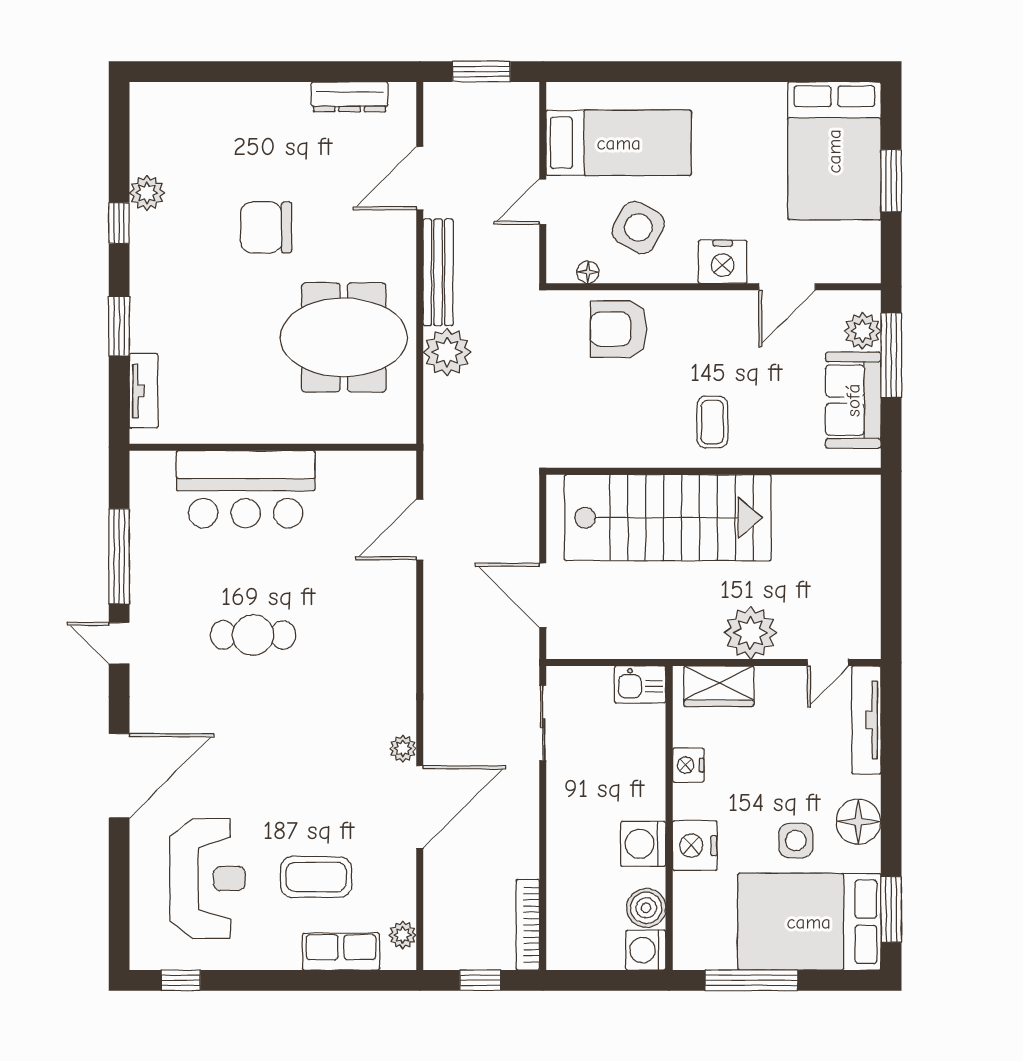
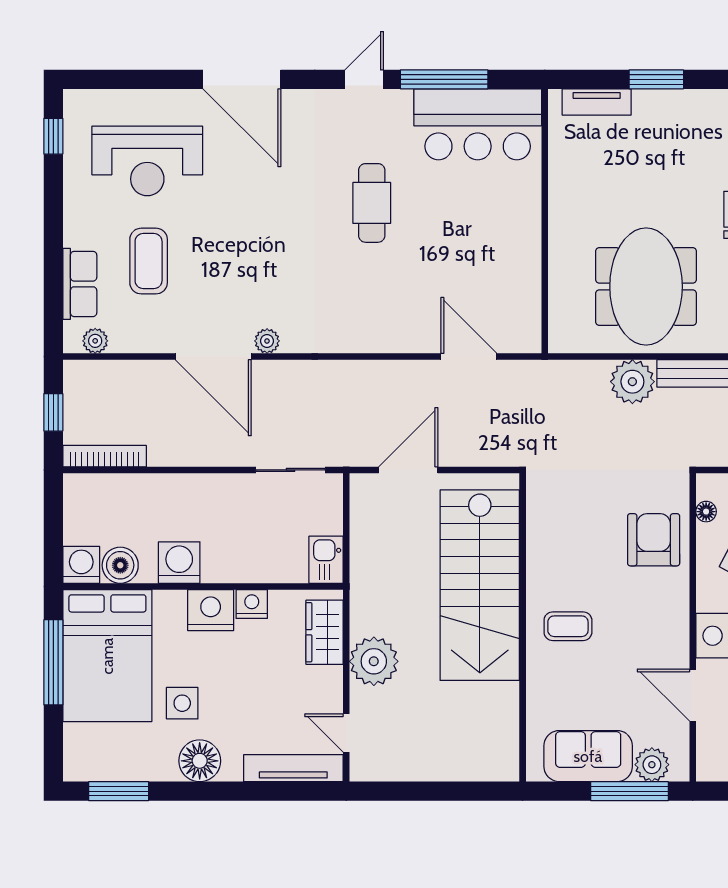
bar counter: (246, 489) -> (478, 124), moved, turned -90
nightstand: (695, 846) -> (211, 610), moved
bed: (809, 922) -> (107, 656), moved, turned 180

